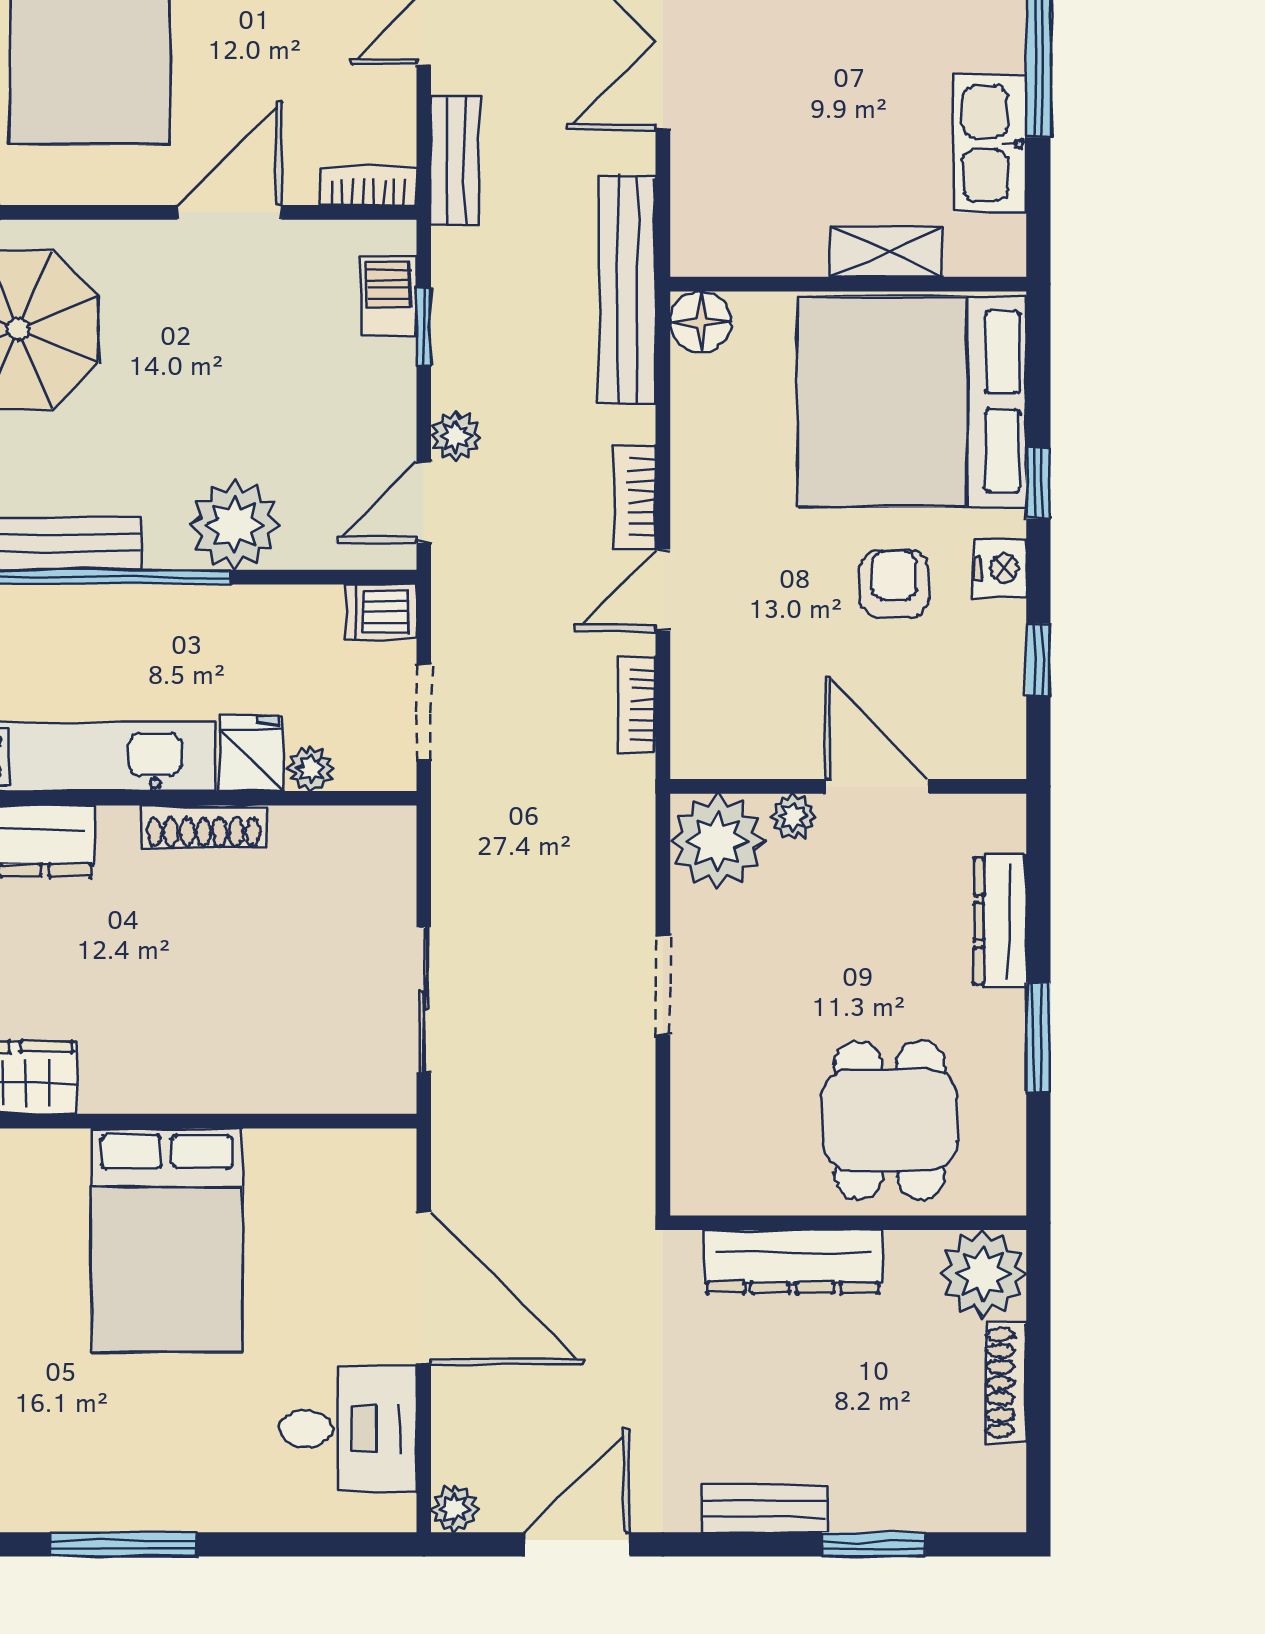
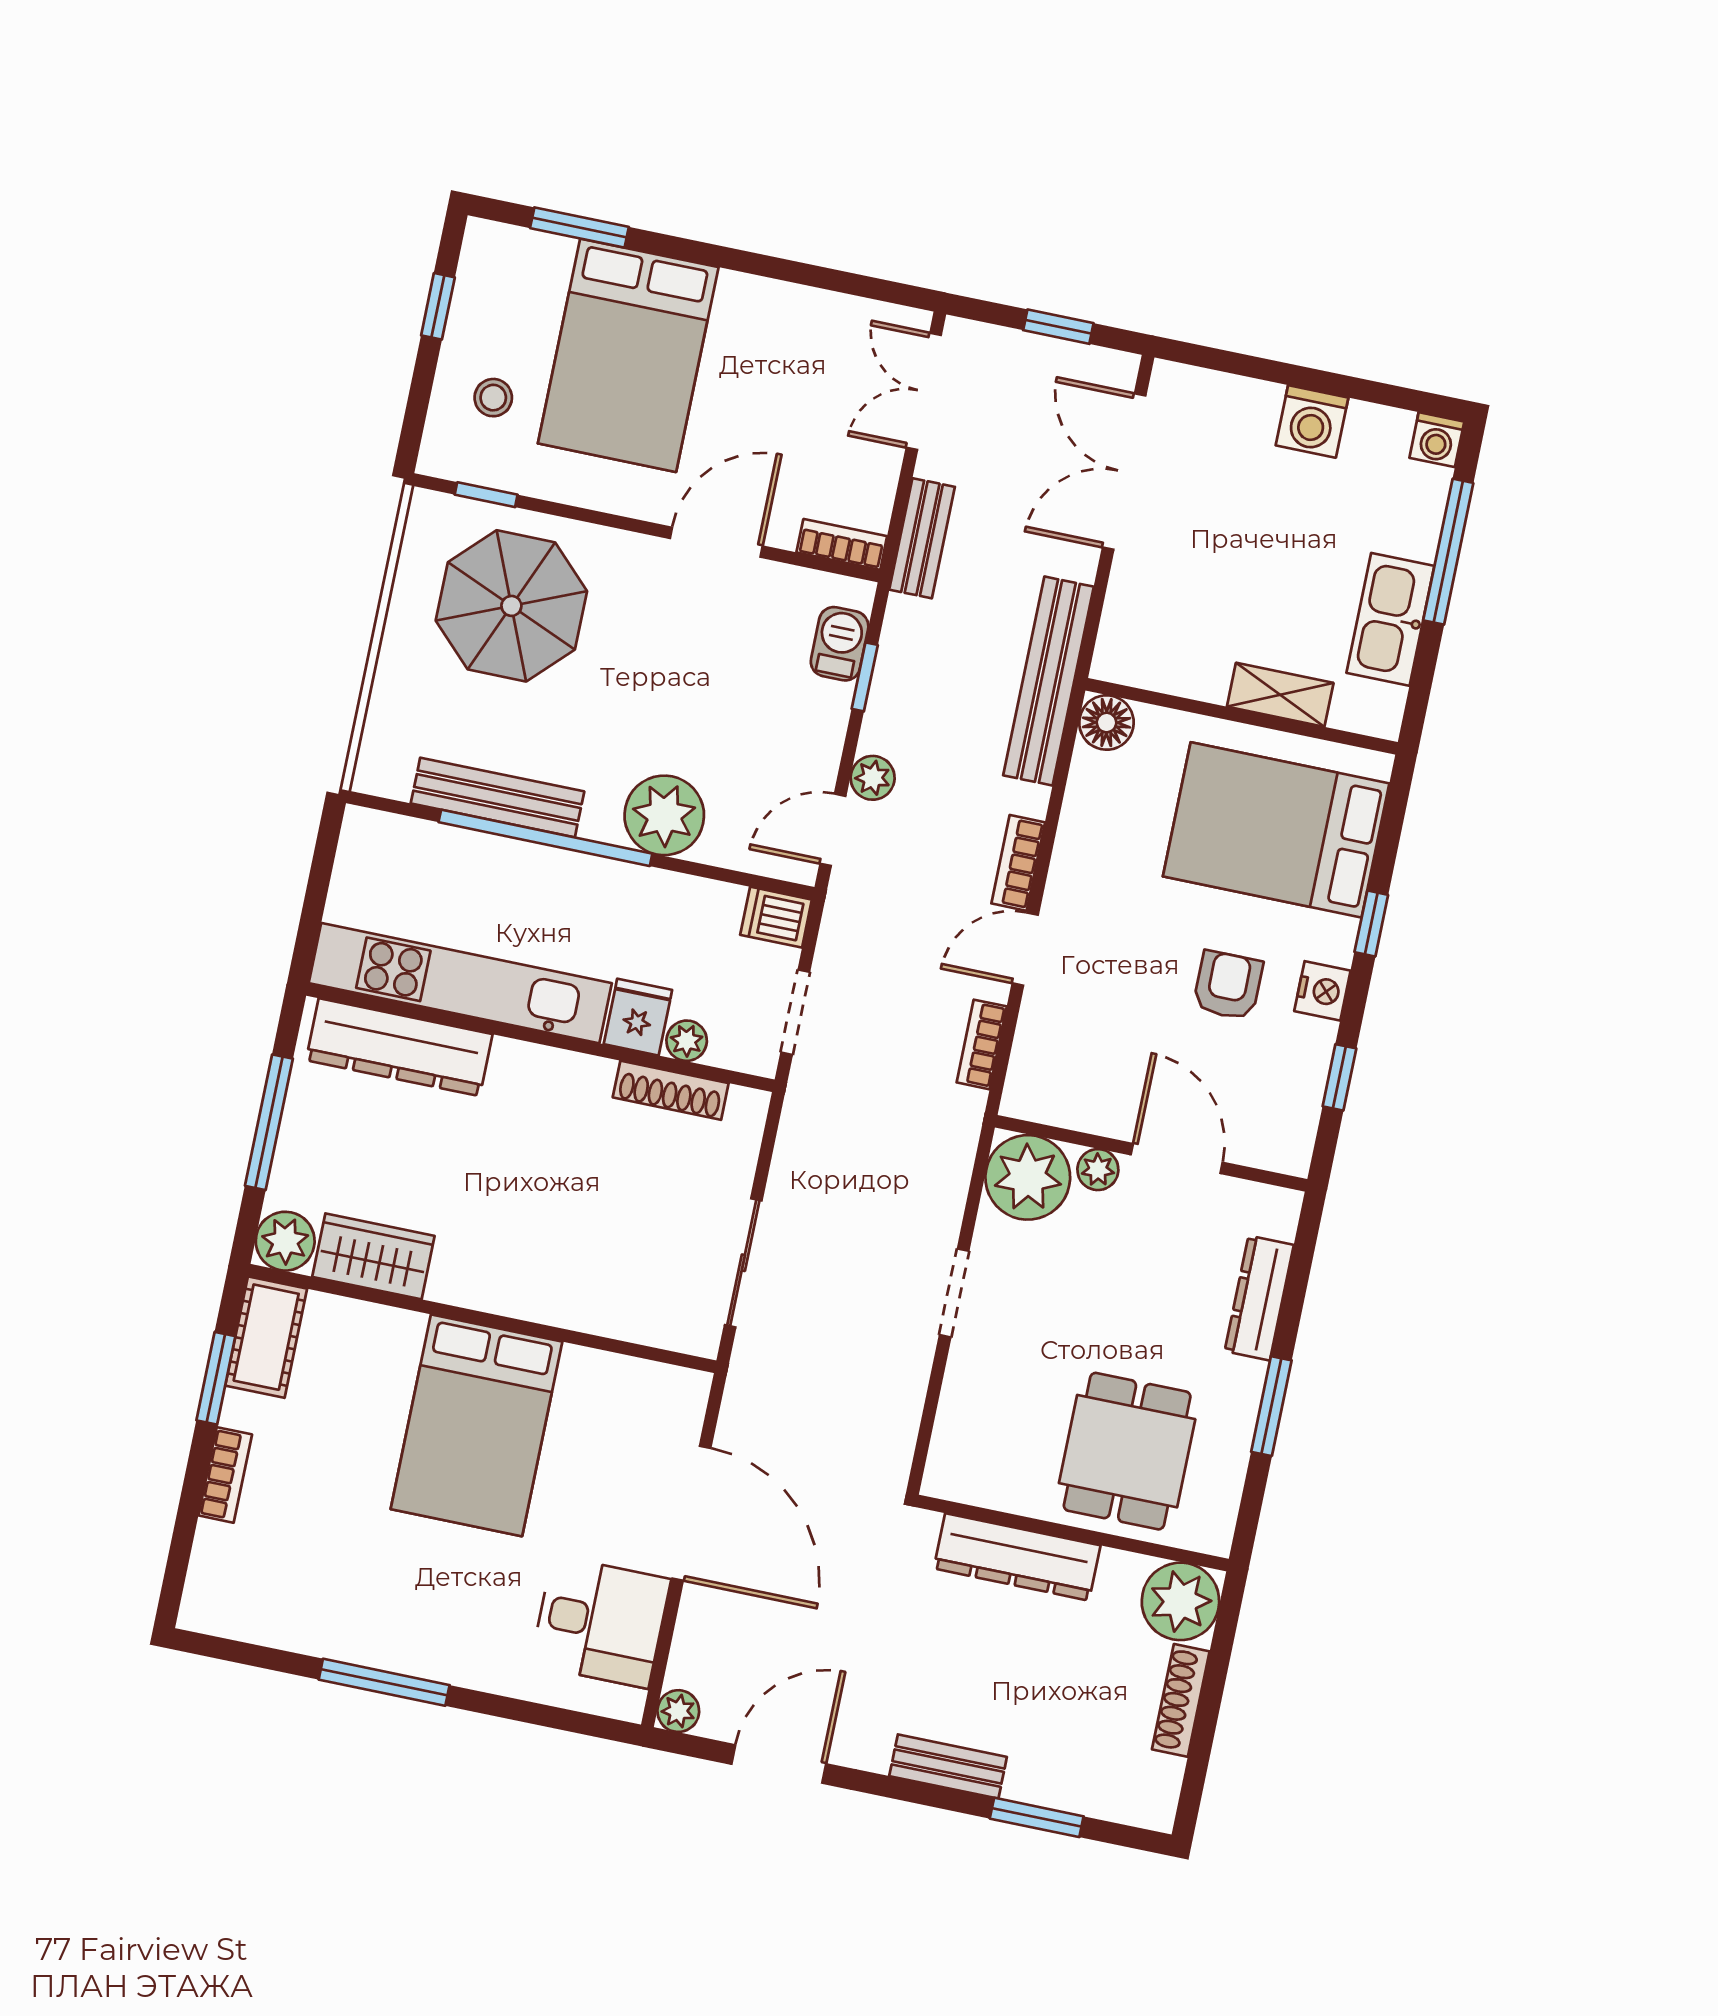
bed: (912, 402) -> (1276, 830), width x0.73
shoe rack: (204, 827) -> (671, 1090), moved

